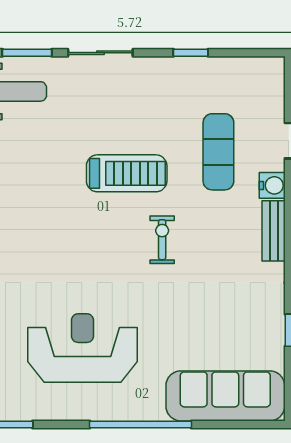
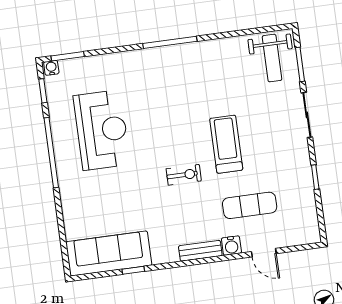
treadmill: (127, 173) -> (226, 144), turned 180
sofa: (225, 396) -> (109, 254), moved, turned -90
window: (141, 425) -> (51, 153), moved

